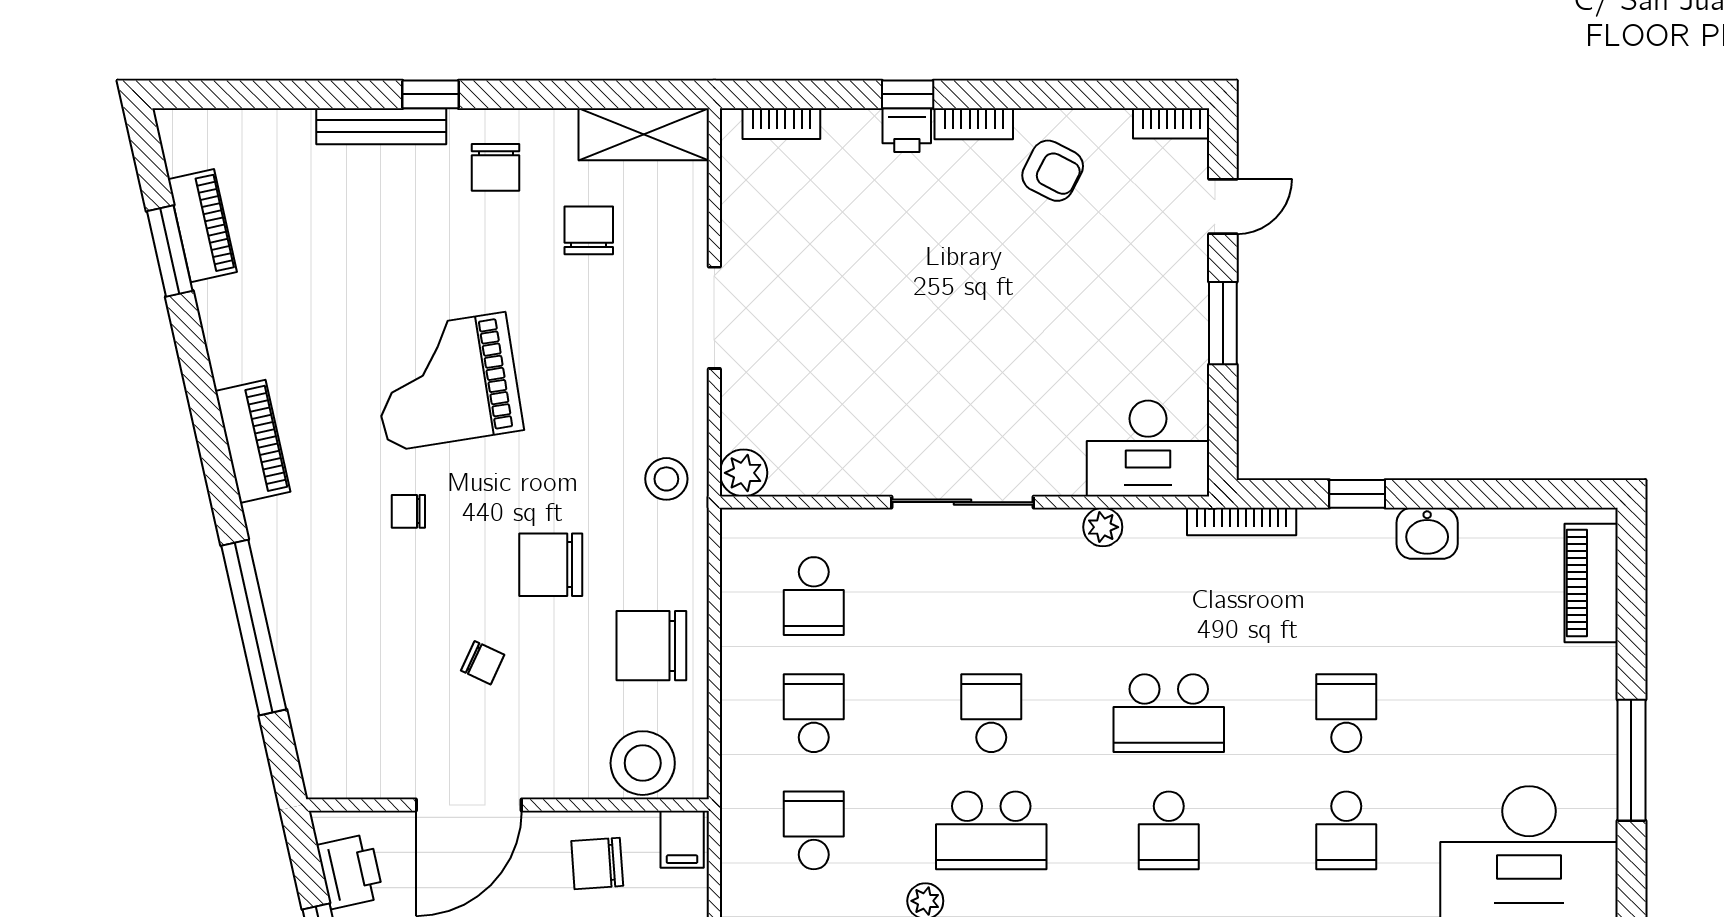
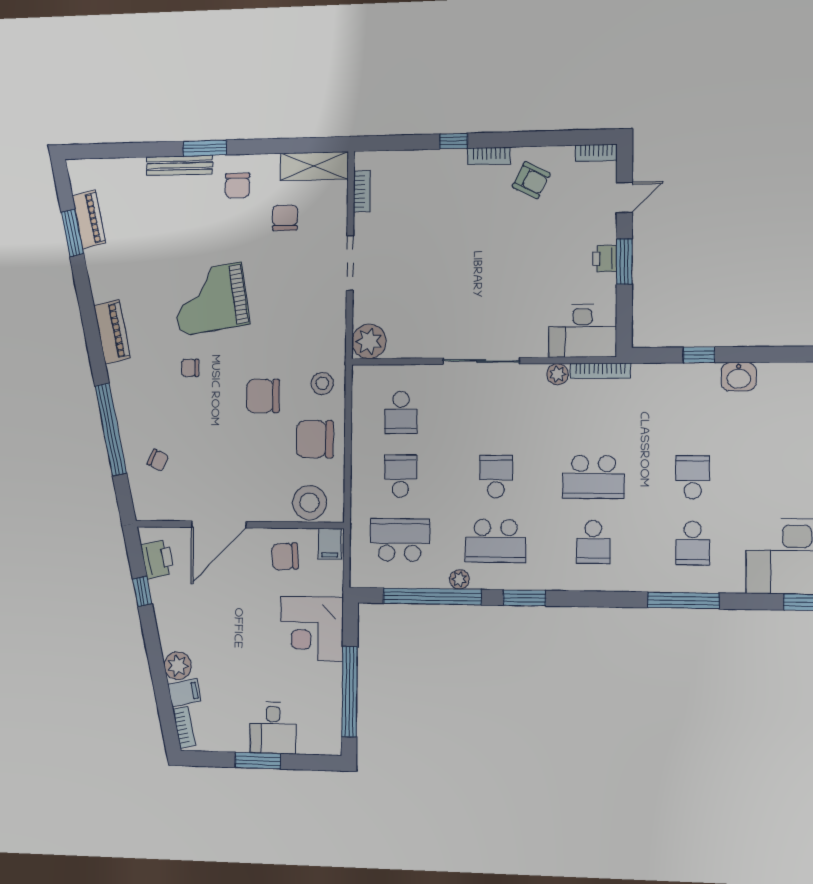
window: (430, 94) -> (205, 148), width x1.50
bookcase: (781, 124) -> (362, 191), moved, turned -90
printer: (907, 130) -> (605, 258), moved, turned 90
plant: (743, 473) -> (369, 341), width x1.36, depth x1.36
stool: (666, 479) -> (322, 383), moved
bookcase: (1242, 521) -> (600, 371), moved
chair: (483, 663) -> (158, 460), moved
school desk: (814, 830) -> (400, 540), width x1.85

